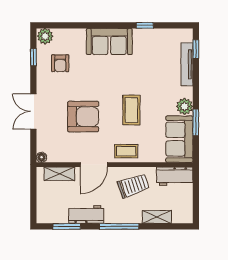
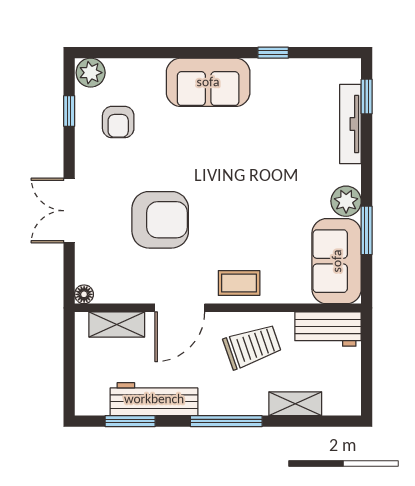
coffee table: (131, 110) -> (249, 208), removed
workbench: (86, 214) -> (154, 399), width x1.38

